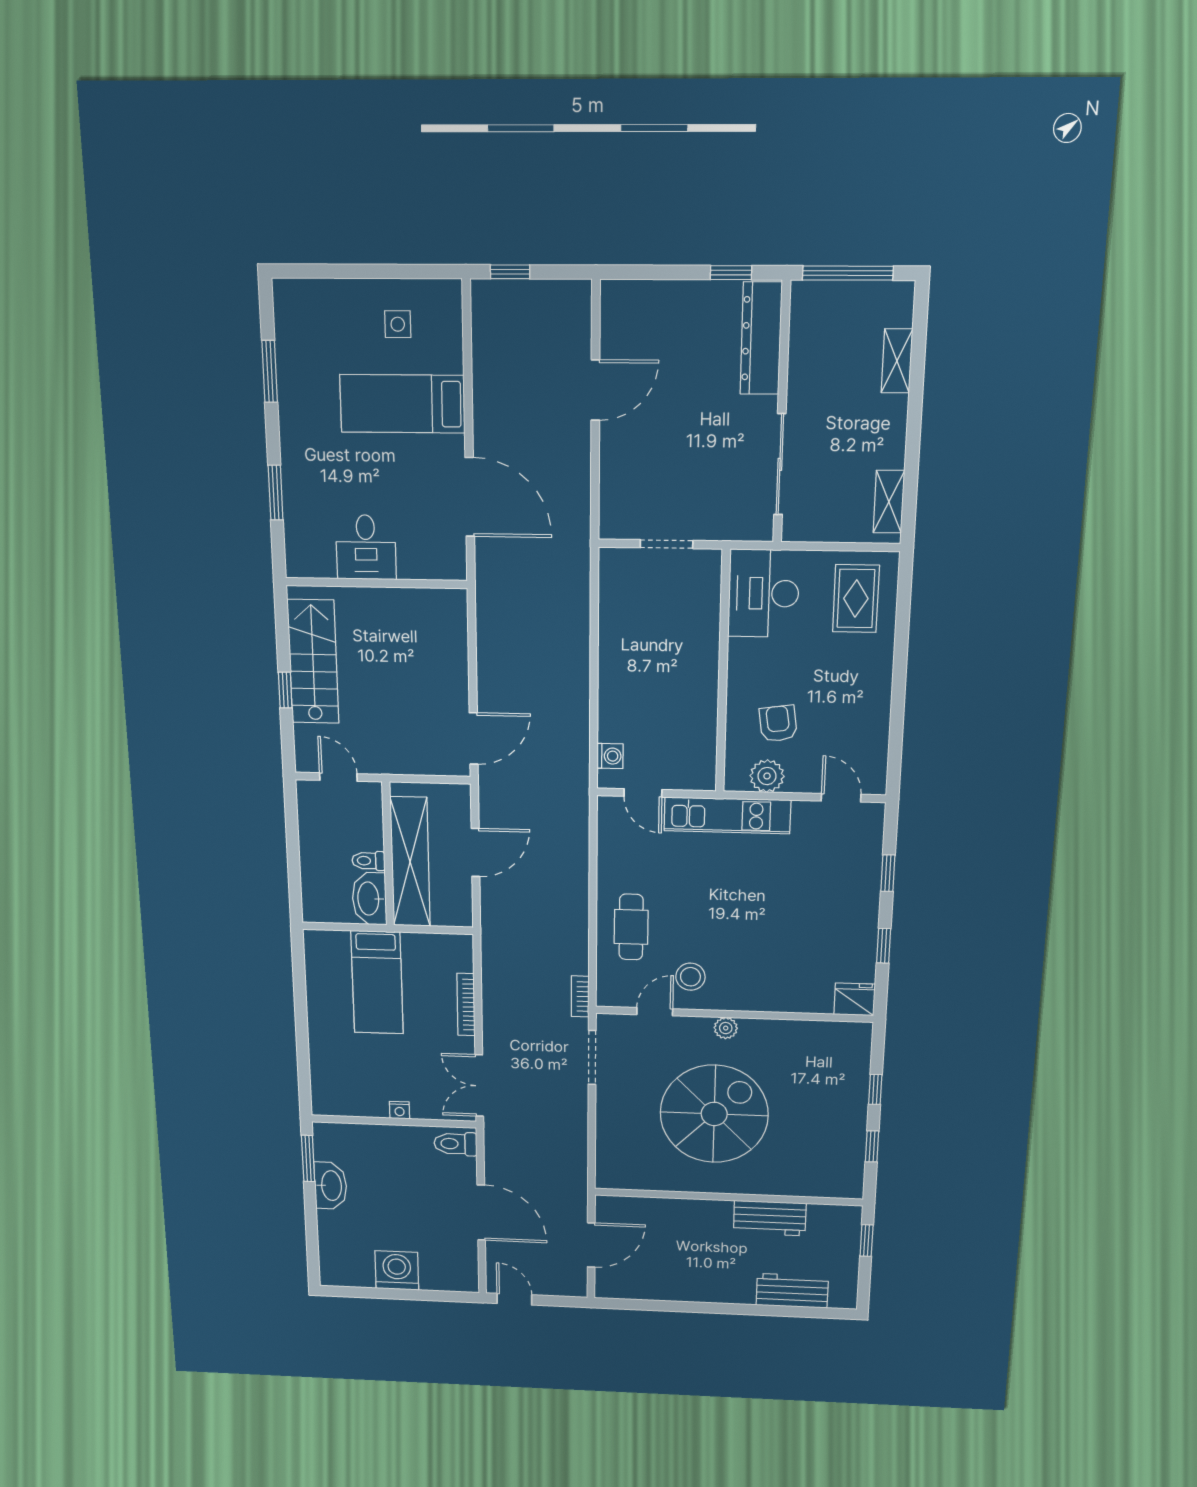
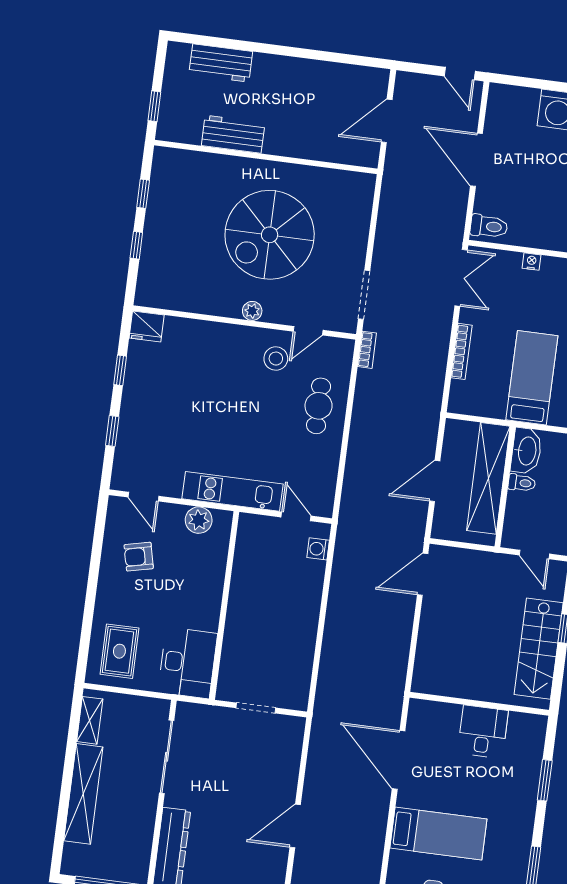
shelving: (897, 361) -> (83, 794), width x2.20, depth x1.33
armchair: (778, 724) -> (139, 557), moved, turned 85

